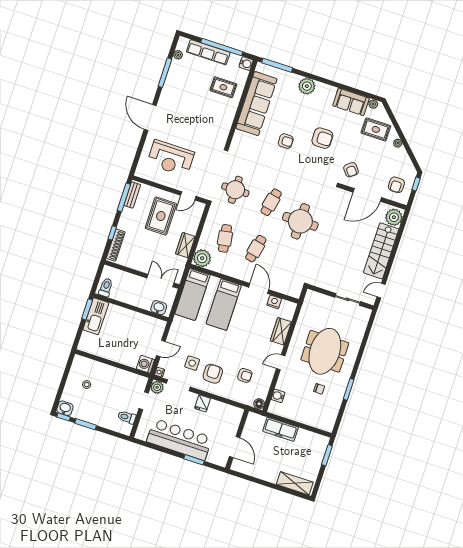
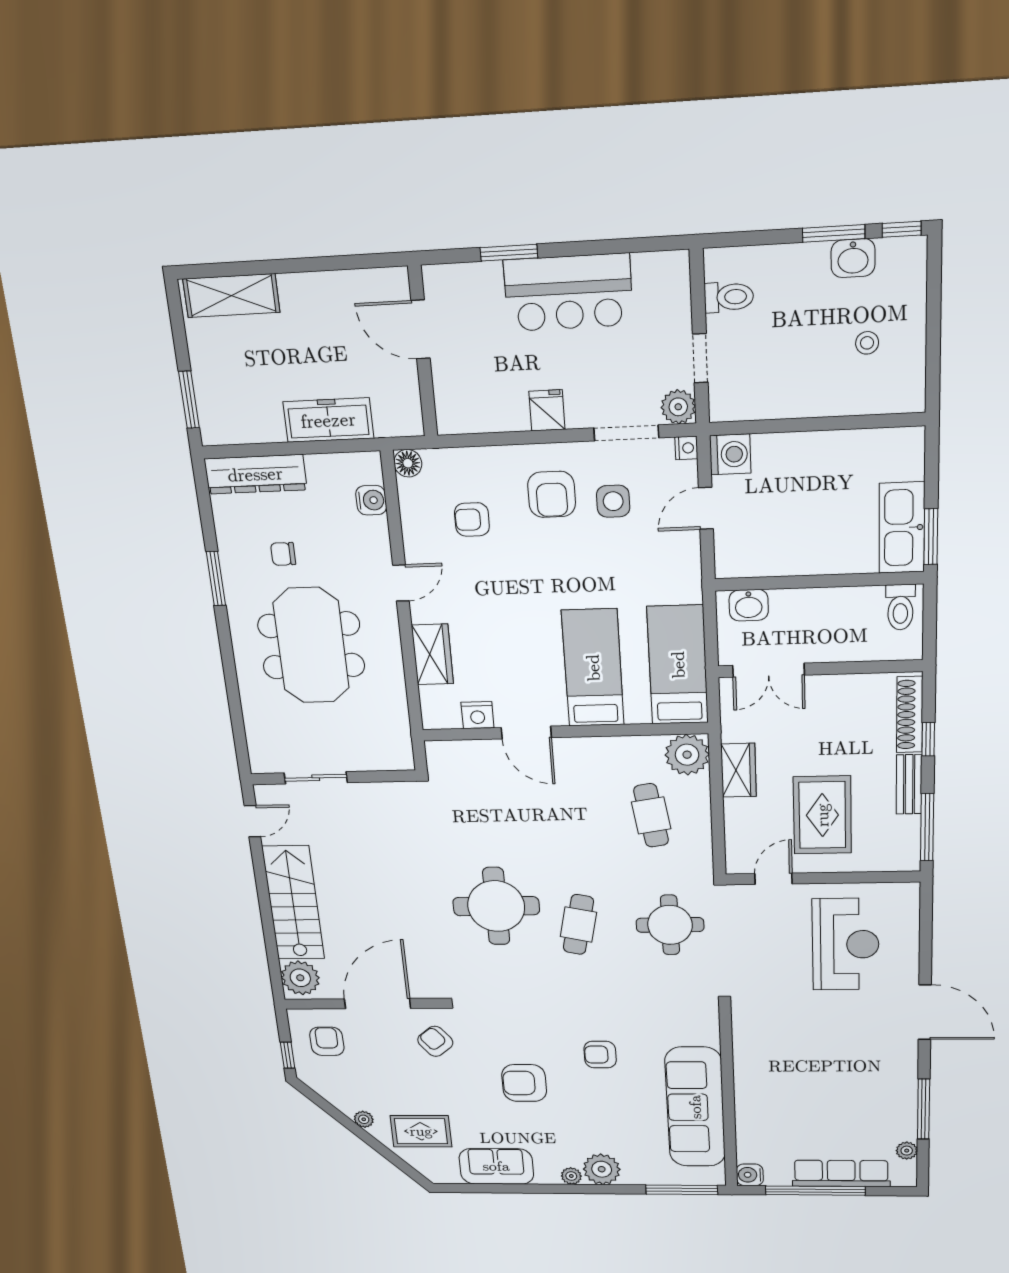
rug: (223, 87) -> (781, 1118), removed
plant: (373, 104) -> (571, 1176), moved
reception desk: (171, 158) -> (846, 944), turned 90
bench: (132, 195) -> (909, 784), moved
cafe table: (256, 249) -> (571, 817), removed
washbasin: (65, 408) -> (853, 258), moved
dresser: (316, 421) -> (255, 474), added
bar counter: (179, 439) -> (568, 292), width x0.73

